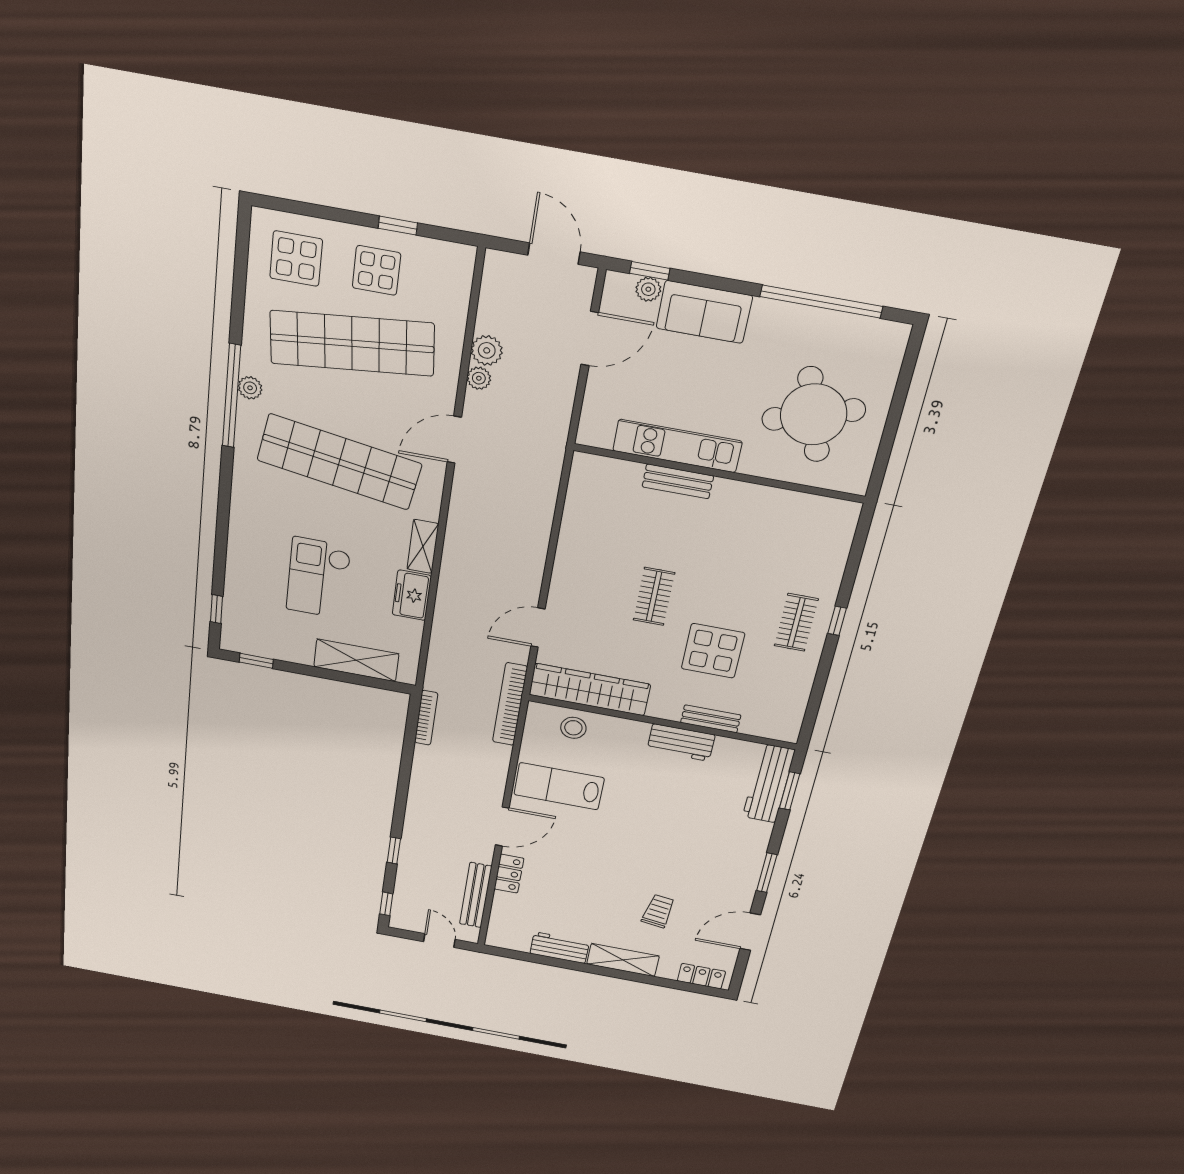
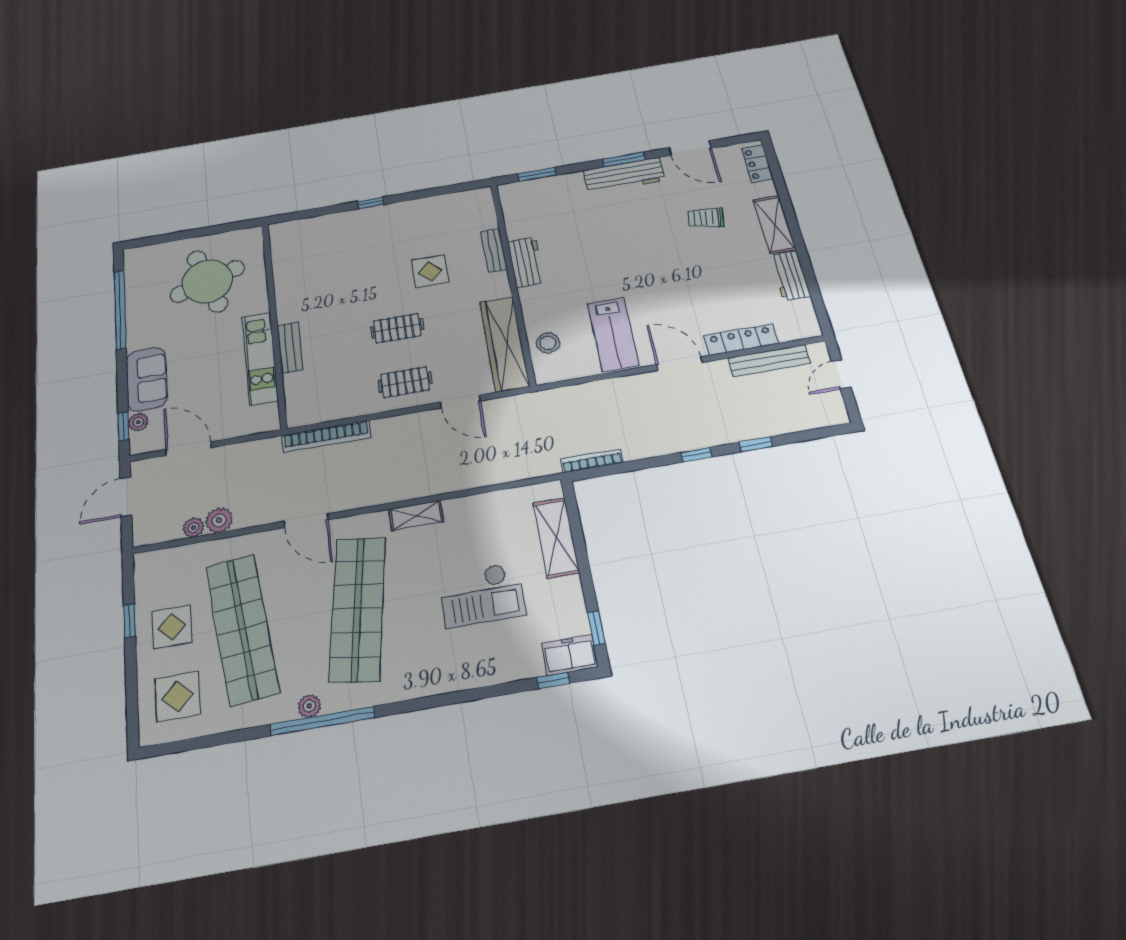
plant: (479, 378) -> (194, 528), moved
freezer: (412, 595) -> (570, 655), moved, turned 180
clothes rail: (796, 622) -> (405, 382), moved
display table: (713, 651) -> (430, 271), width x0.73, depth x0.73
bookcase: (510, 704) -> (326, 437), moved
workbench: (769, 784) -> (624, 175), moved
locker: (509, 874) -> (741, 340), width x1.53
window: (386, 904) -> (697, 455), moved

